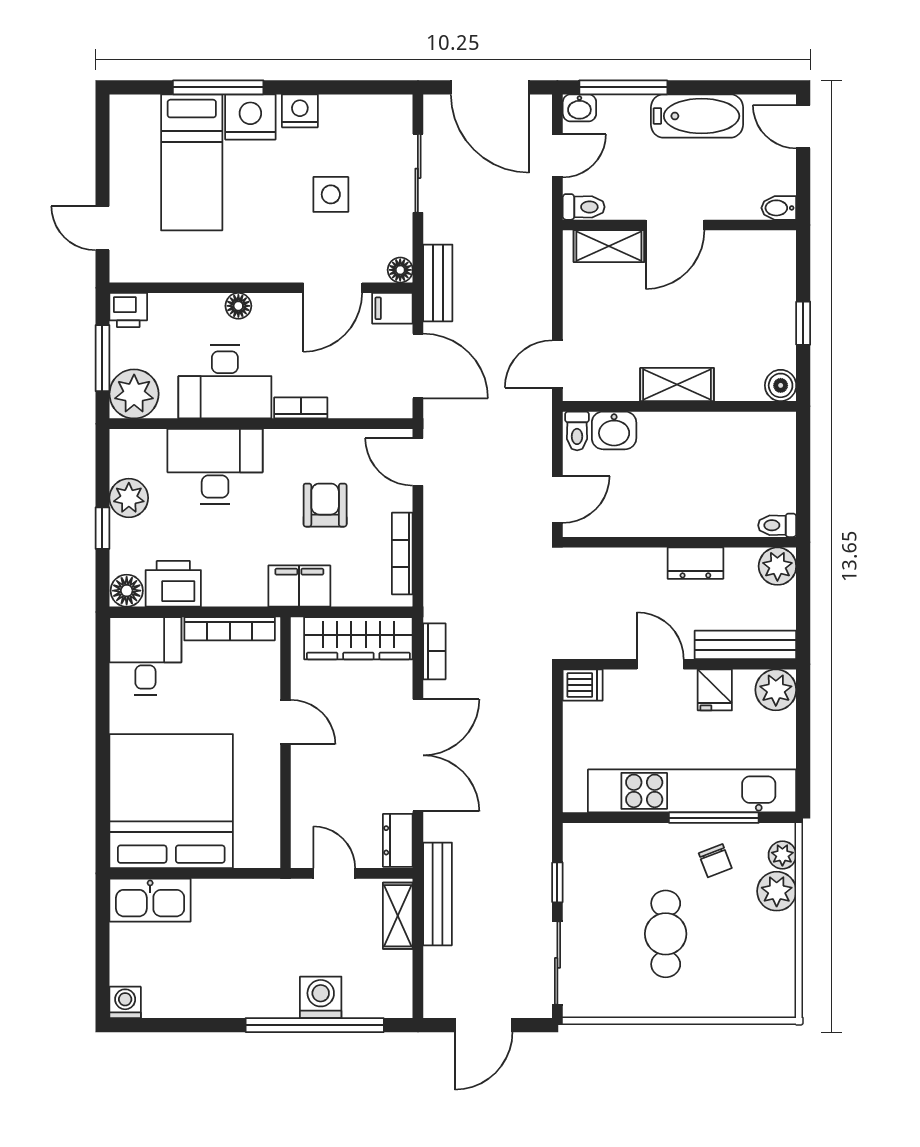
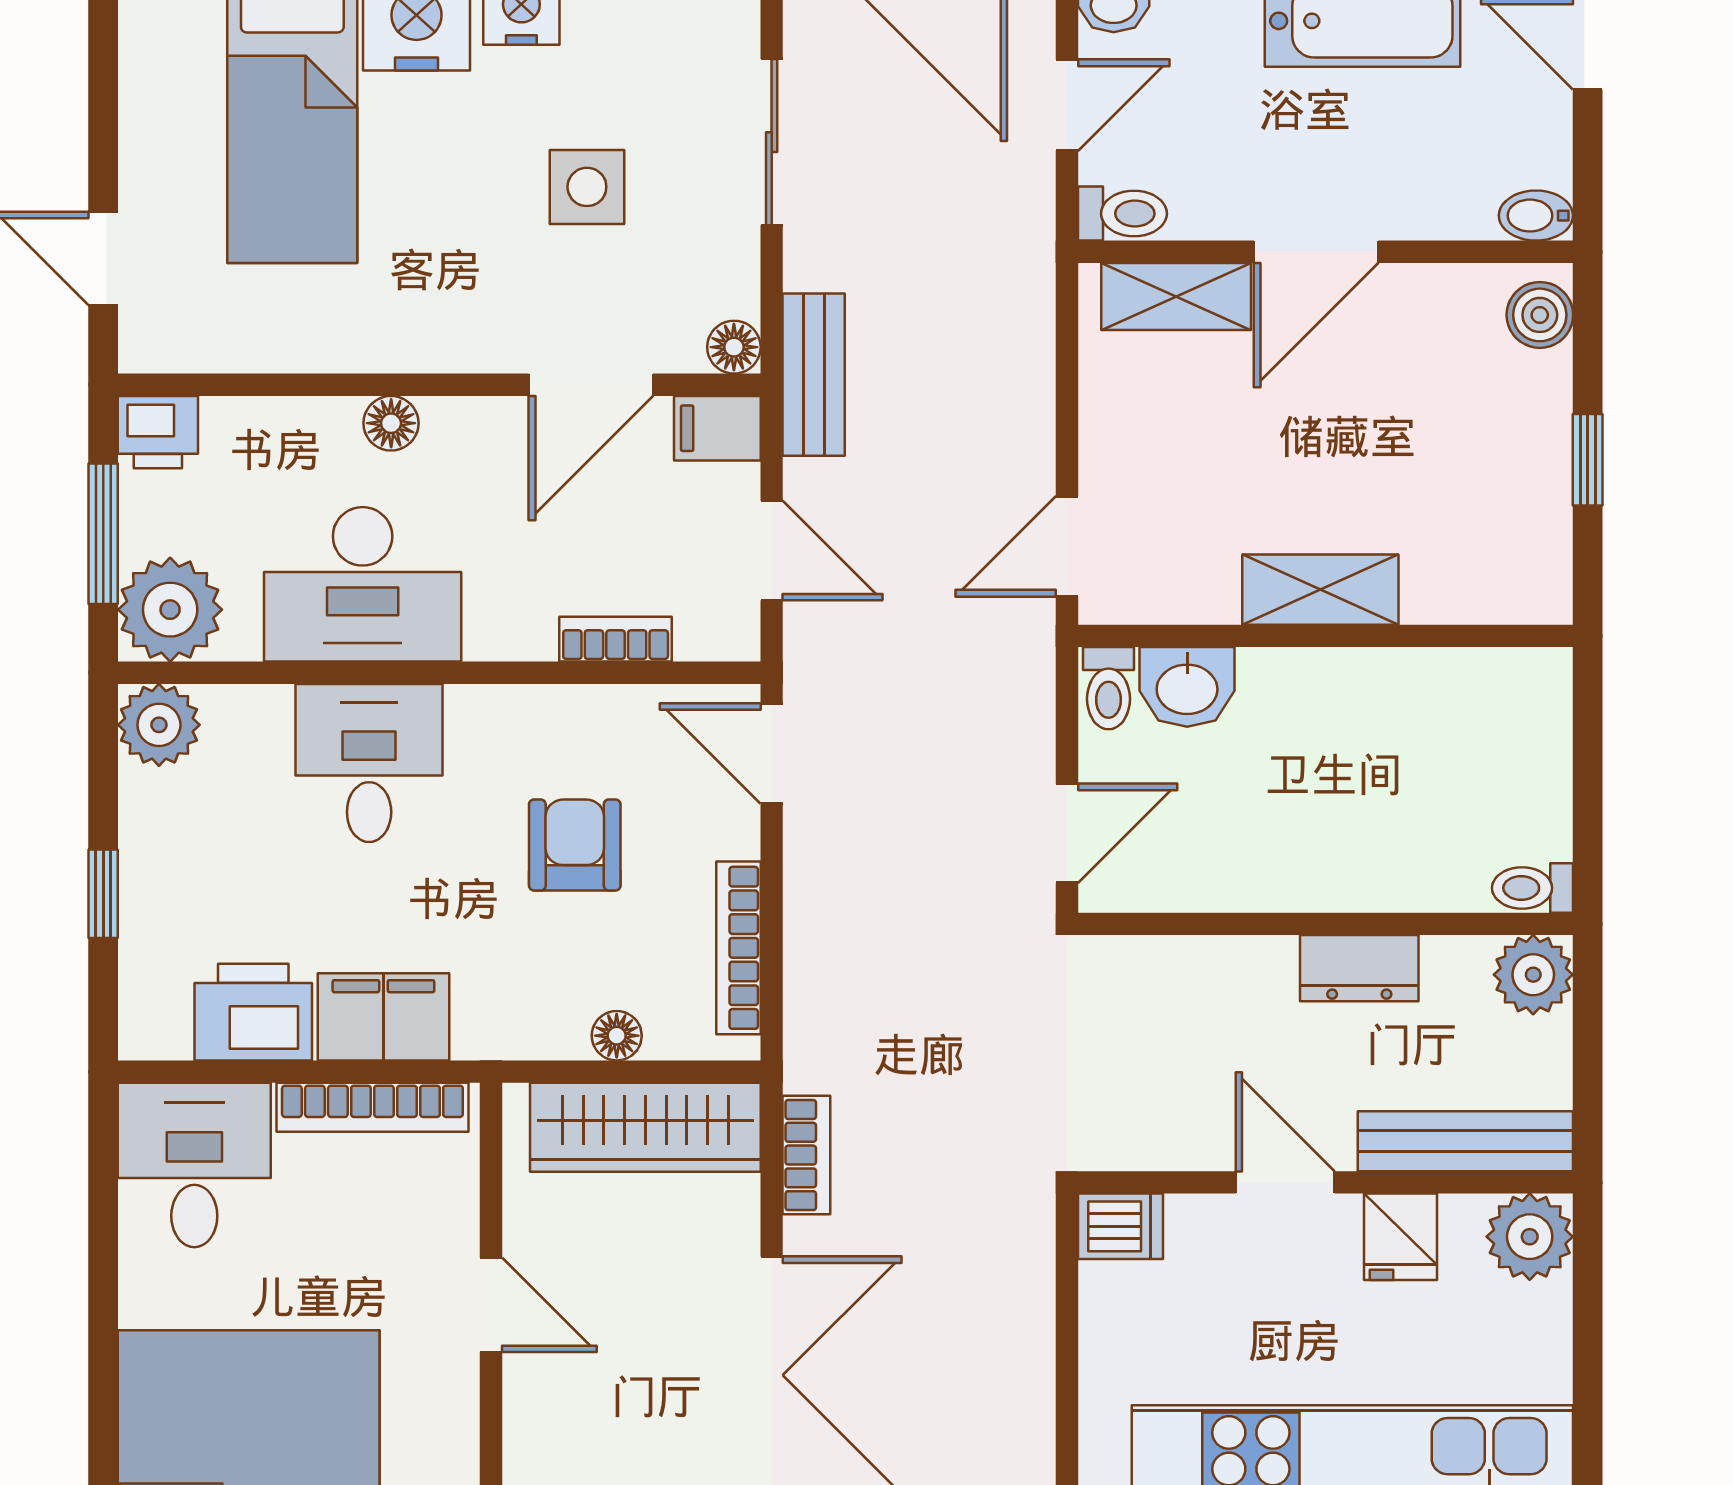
door: (418, 366) -> (772, 551), width x0.73
boiler: (781, 385) -> (1540, 315), moved
bookcase: (301, 408) -> (616, 639), moved
desk: (215, 466) -> (369, 763), width x0.73
plant: (129, 498) -> (159, 725), moved
filing cabinet: (299, 586) -> (383, 1017), moved
floor lamp: (127, 591) -> (617, 1036), moved, width x0.73, depth x0.73

